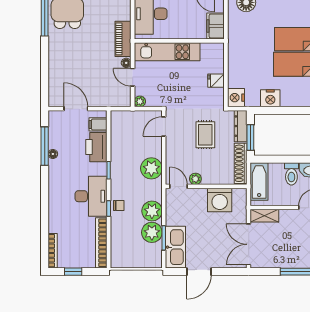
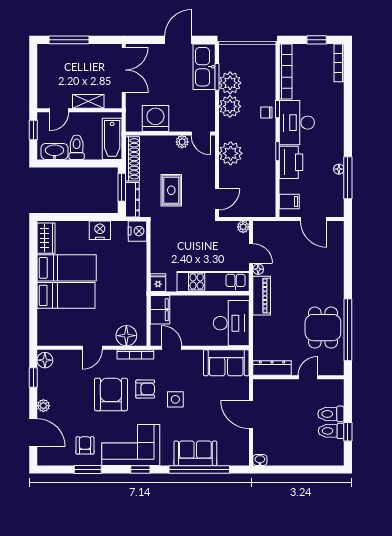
fridge: (216, 81) -> (158, 283), moved, turned -90
printer: (96, 147) -> (291, 162), moved
shelving: (264, 216) -> (88, 101), moved

